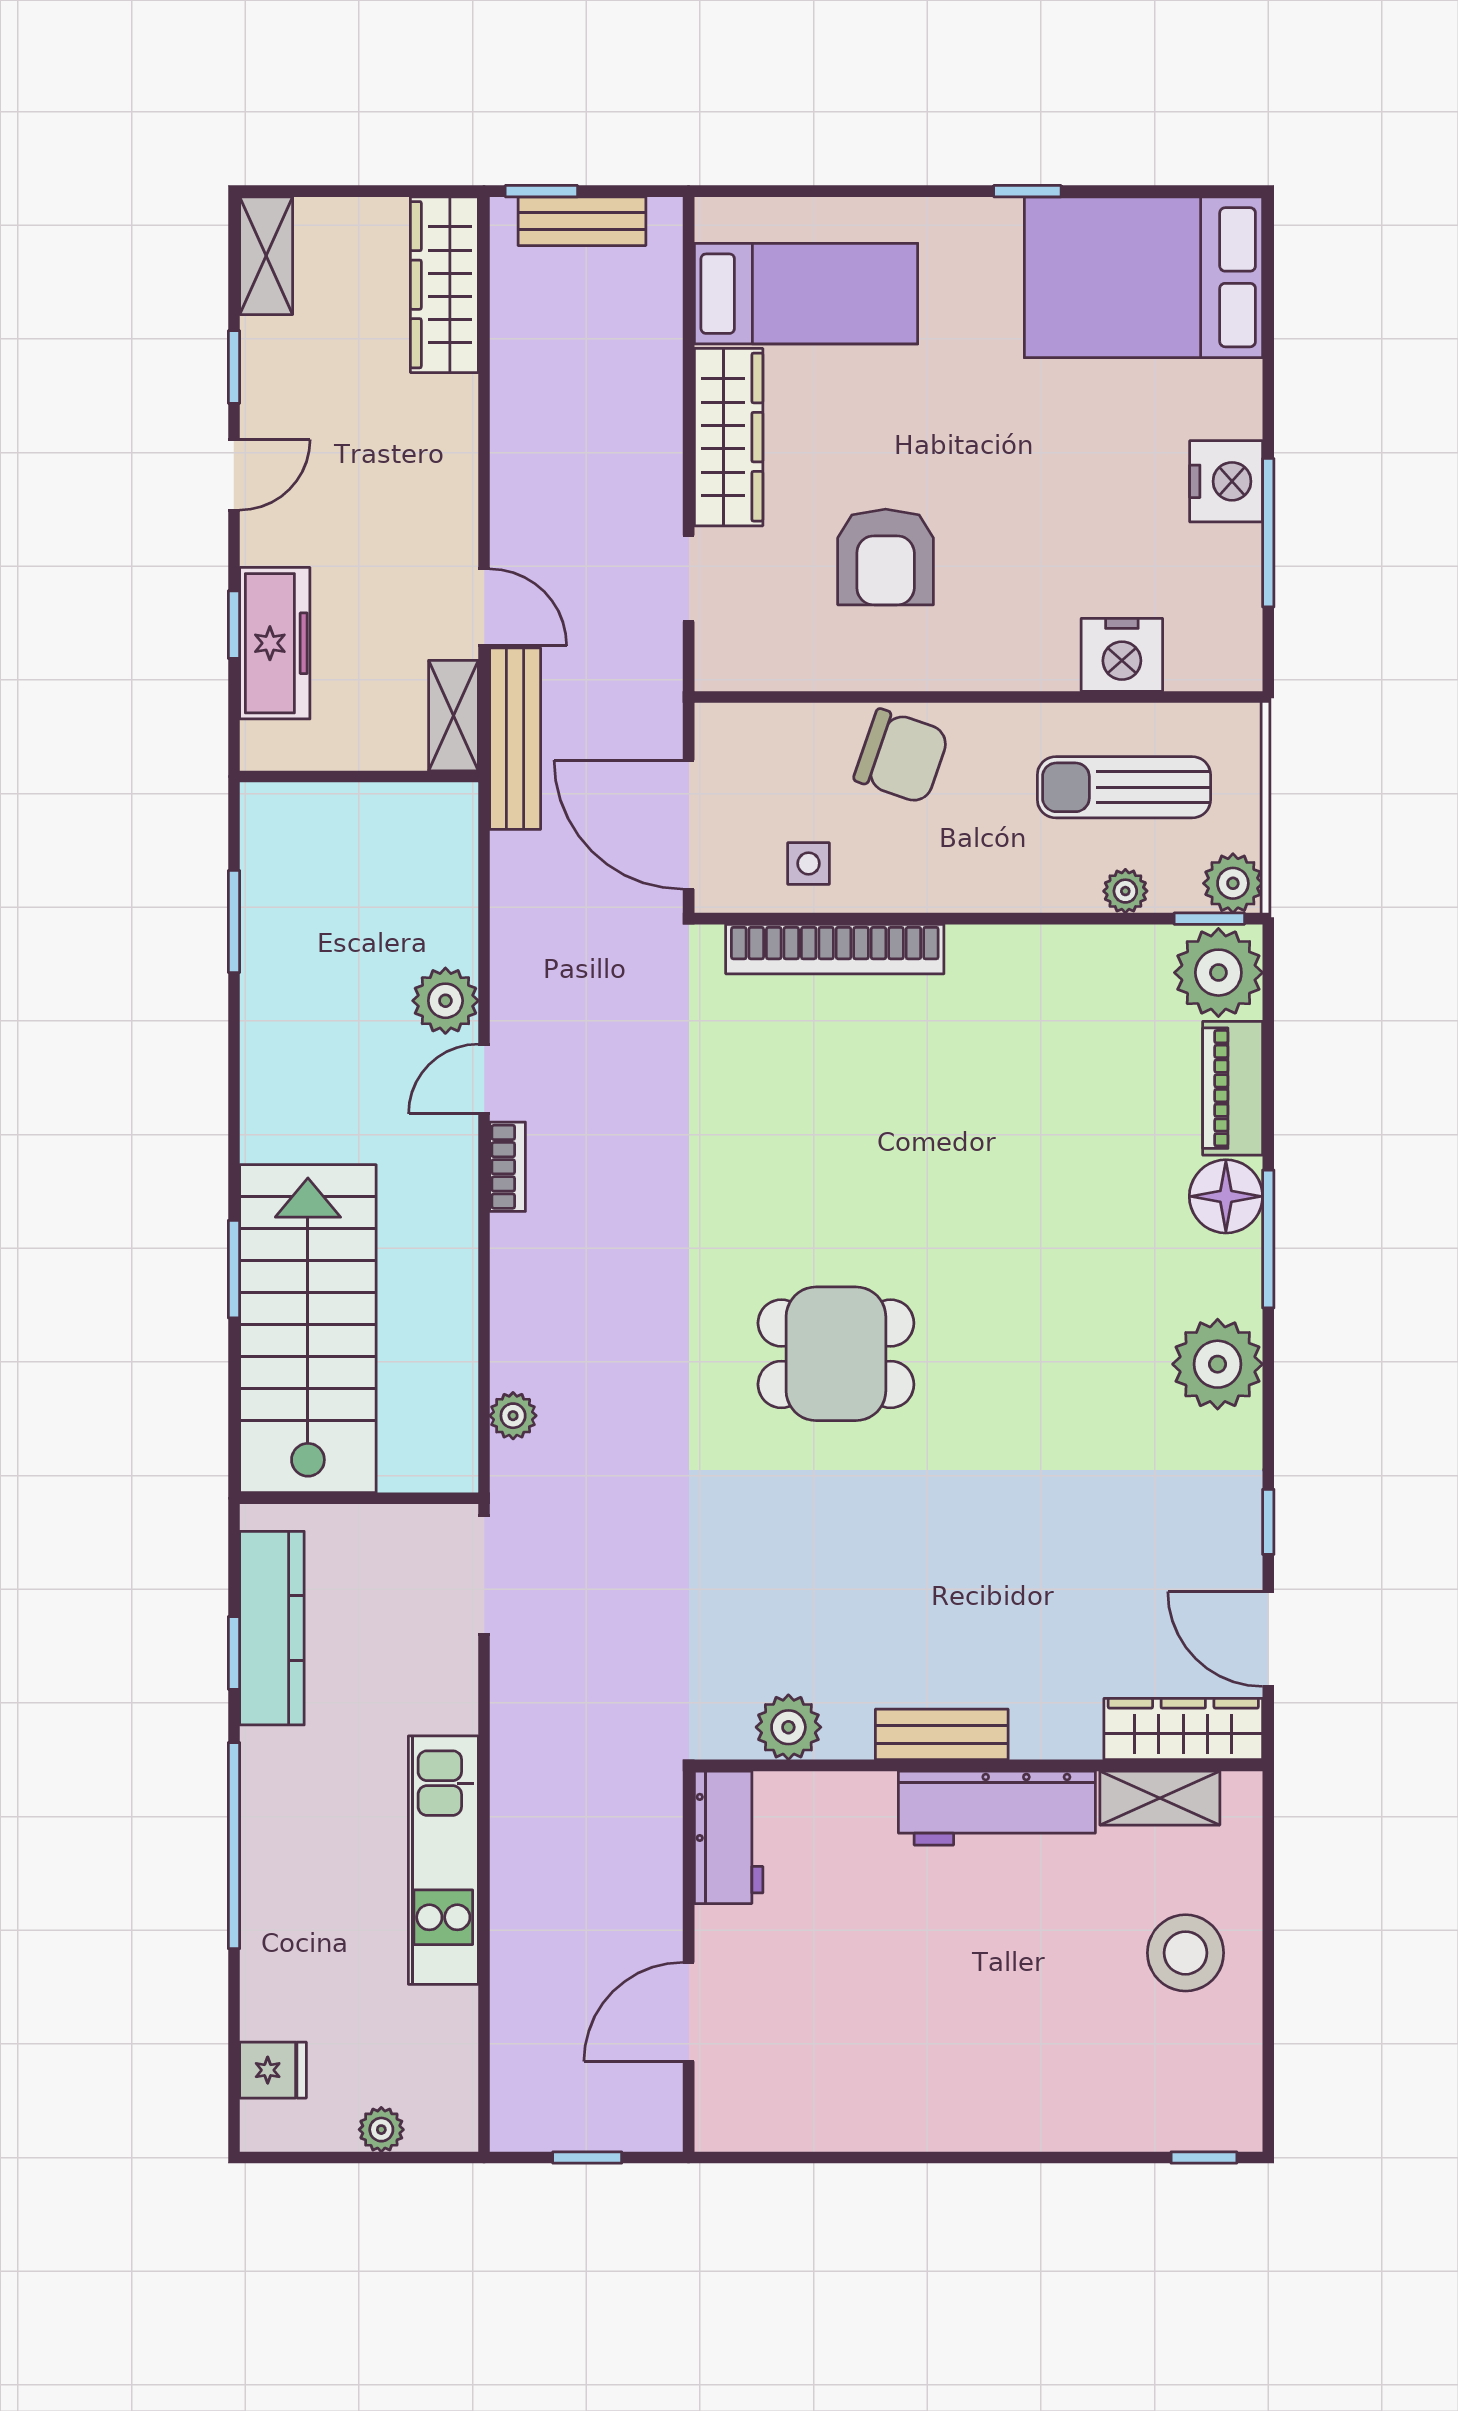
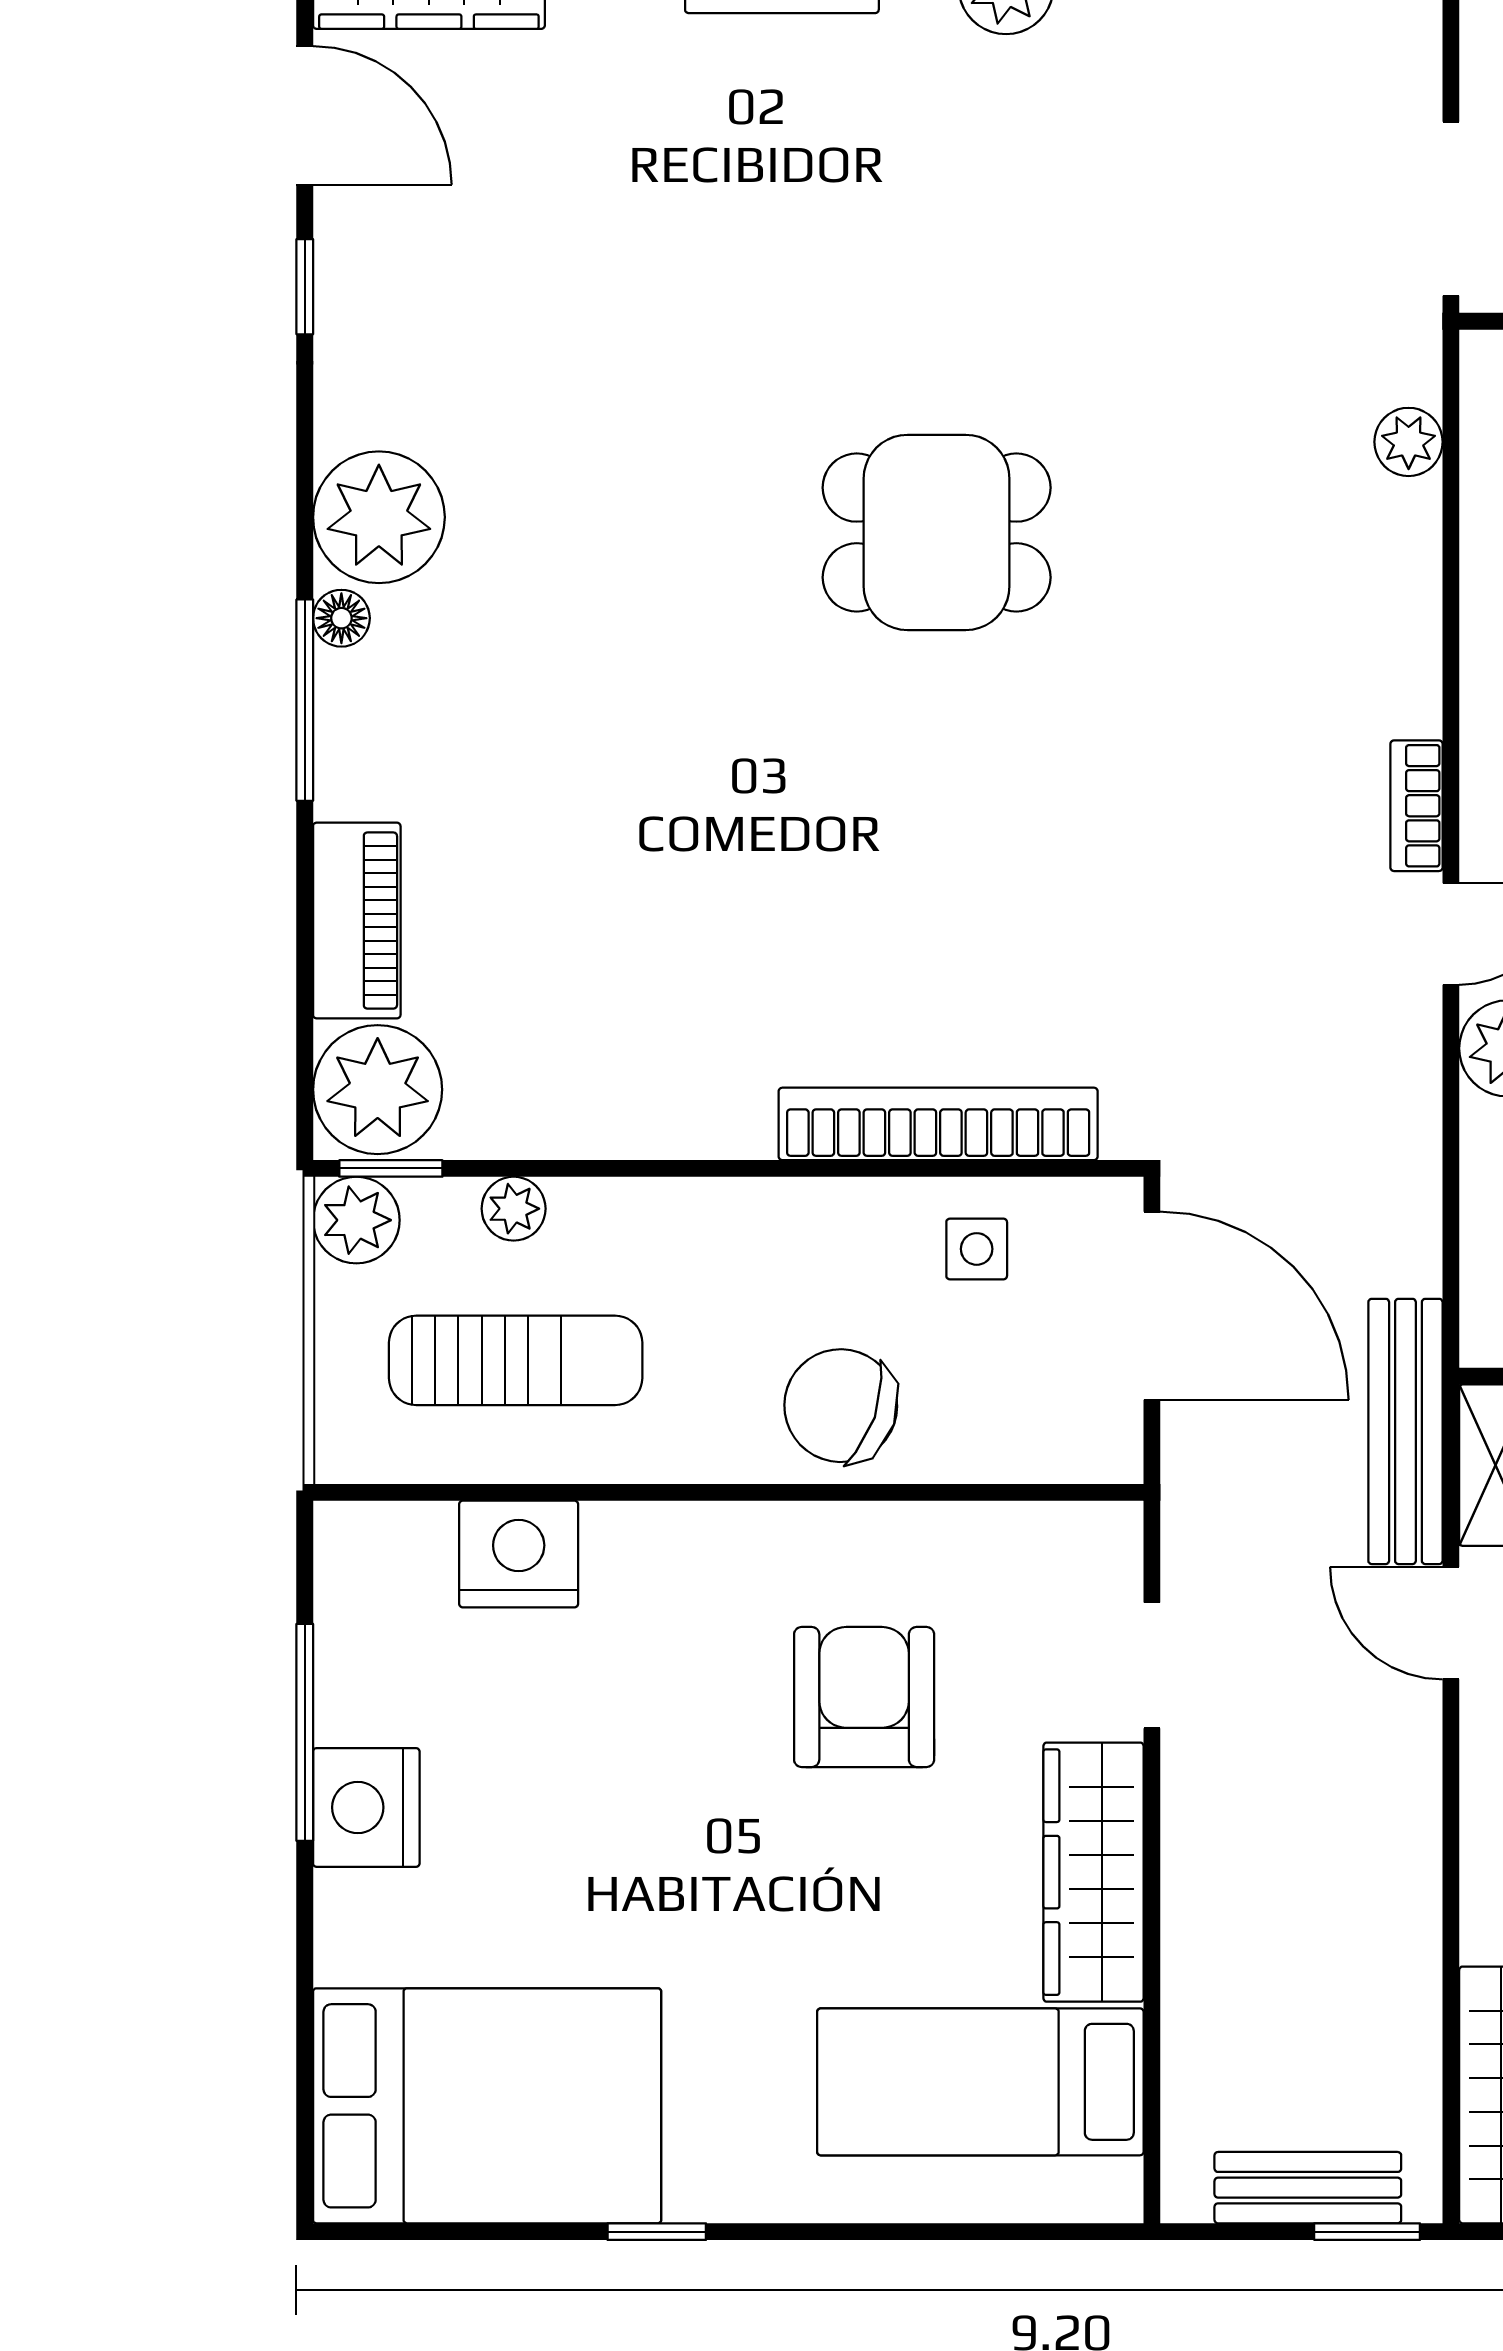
floor lamp: (1226, 1196) -> (341, 618), moved, width x0.53, depth x0.53

